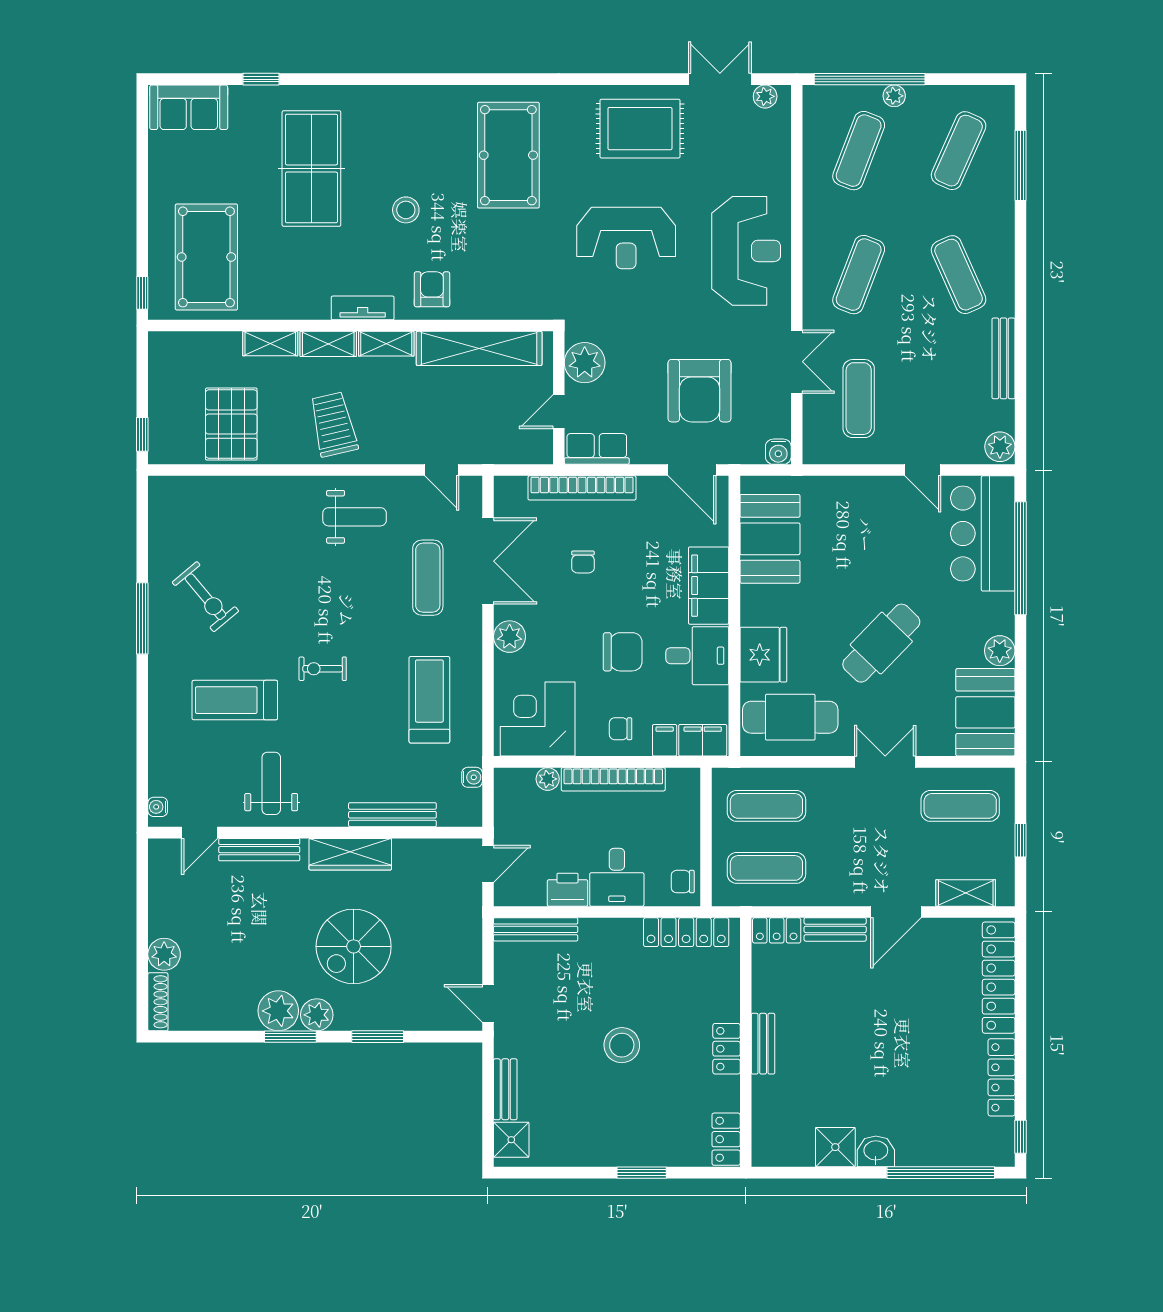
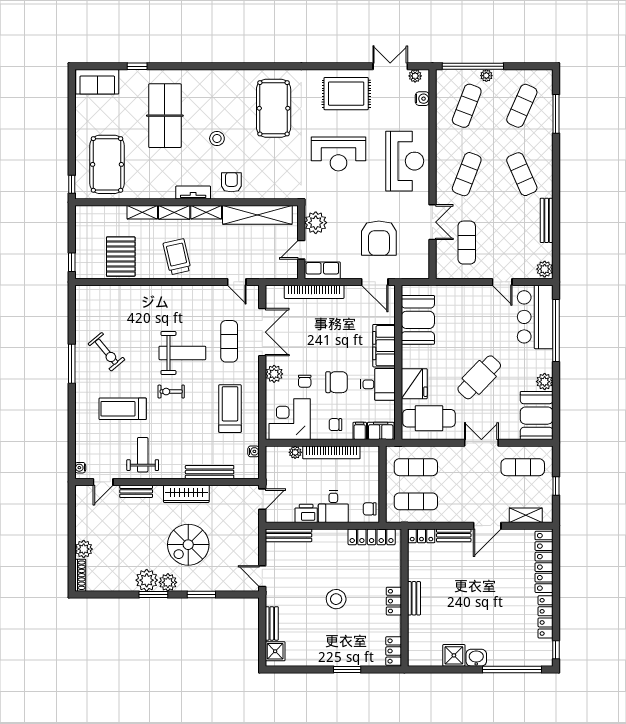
water cooler: (778, 452) -> (422, 99), moved, turned -90
weight bench: (355, 517) -> (182, 353), moved, width x1.36, depth x1.33
chair: (583, 562) -> (305, 381), moved
bench: (259, 850) -> (136, 491), width x0.73

